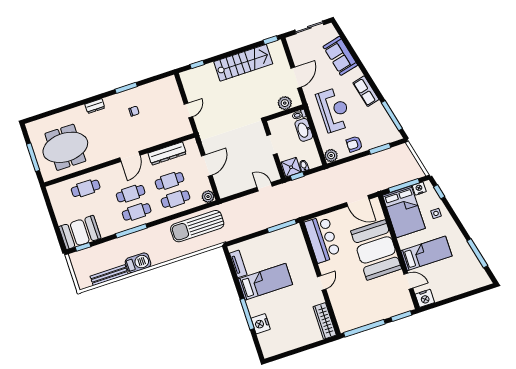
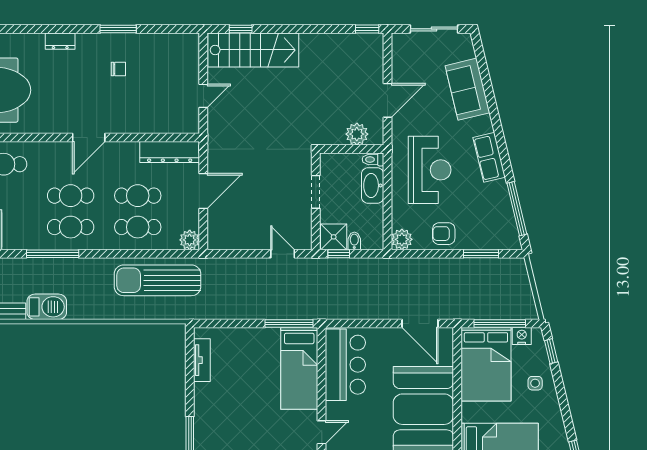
stairs: (243, 63) -> (253, 50), moved
dresser: (167, 154) -> (170, 152), moved
bed: (265, 282) -> (299, 368), moved, turned 90

